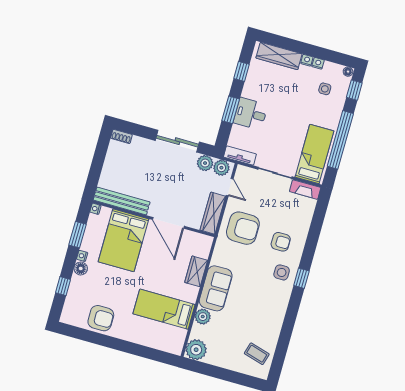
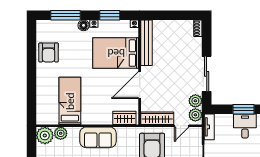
wardrobe: (196, 271) -> (124, 118), moved
window: (63, 286) -> (66, 15), width x2.17
plant: (203, 317) -> (61, 133), moved

